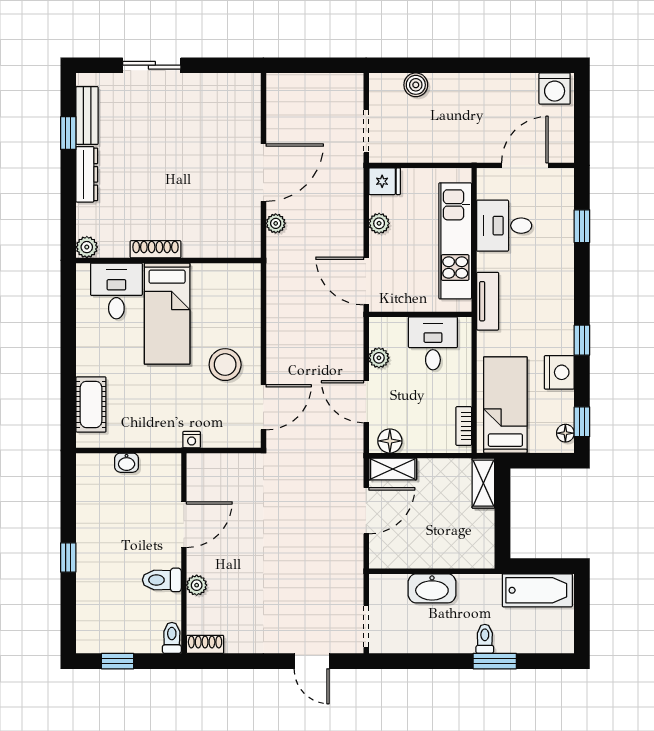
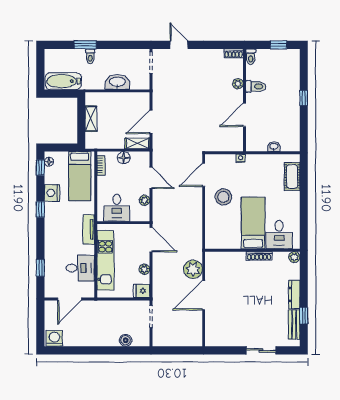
plant: (276, 223) -> (193, 269), width x1.87, depth x1.87
floor lamp: (390, 441) -> (124, 158), moved
shelving: (483, 483) -> (91, 119), moved

